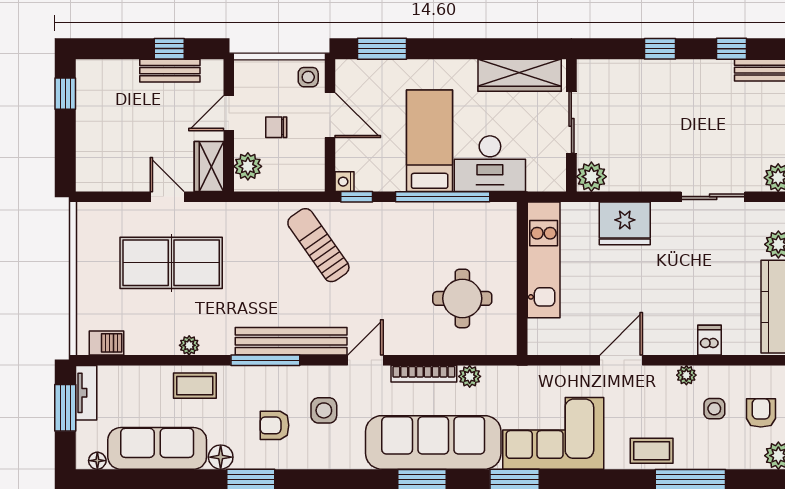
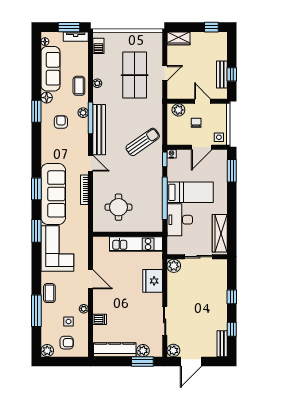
wardrobe: (209, 166) -> (178, 38), moved, turned 180
plant: (470, 376) -> (83, 113), moved
side table: (324, 410) -> (68, 144), removed

